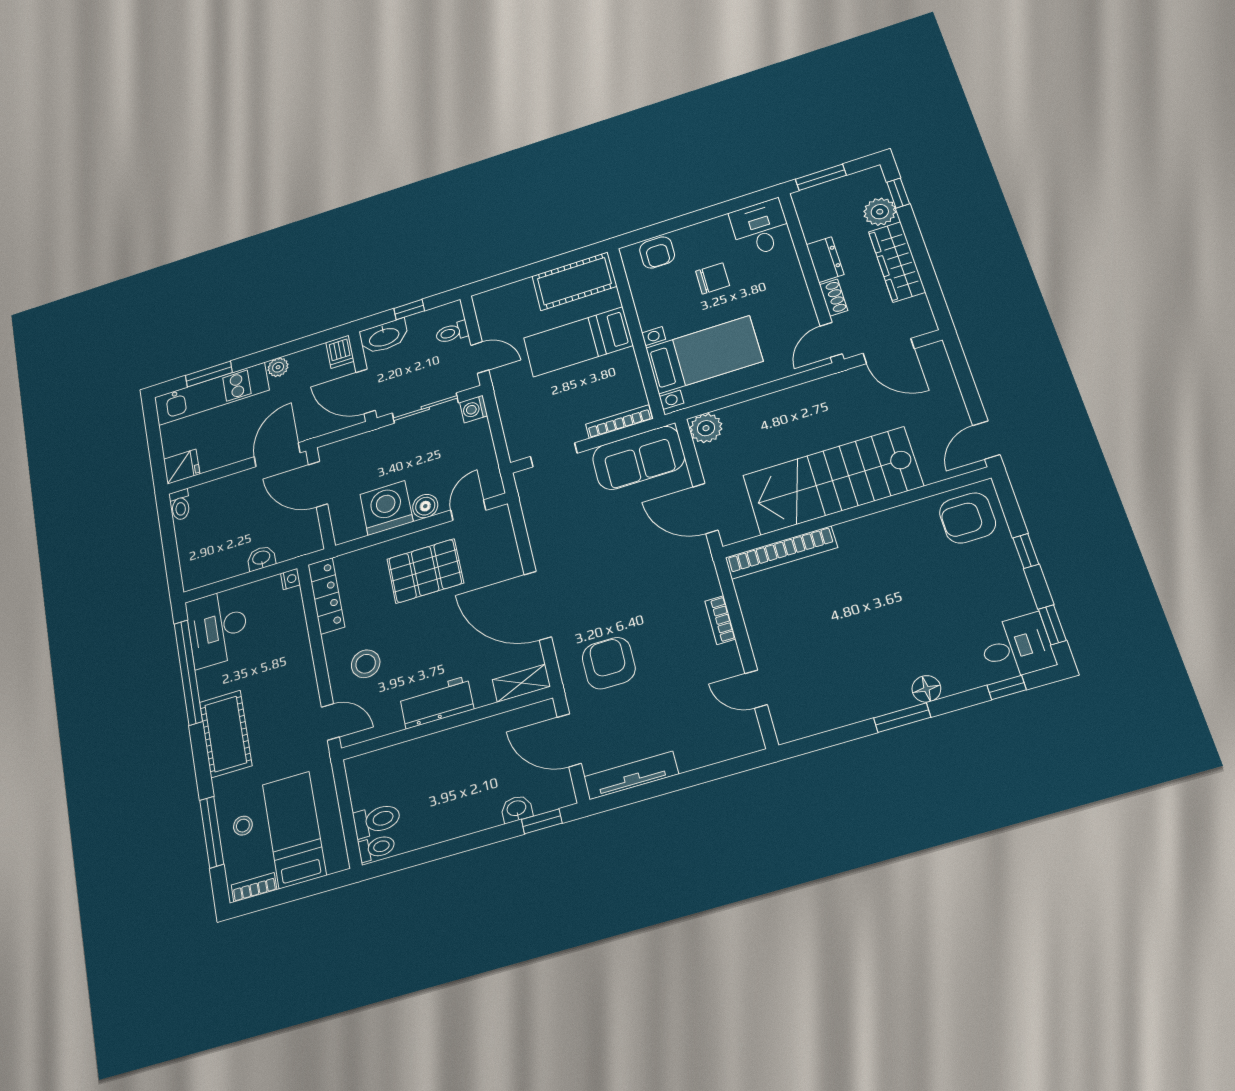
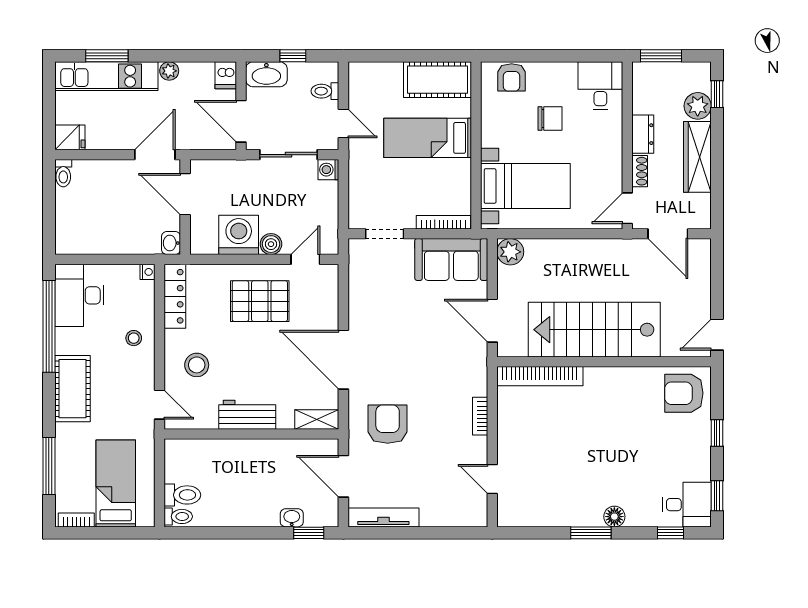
washbasin: (261, 558) -> (171, 243), moved, turned -90
stool: (243, 826) -> (134, 338), moved

